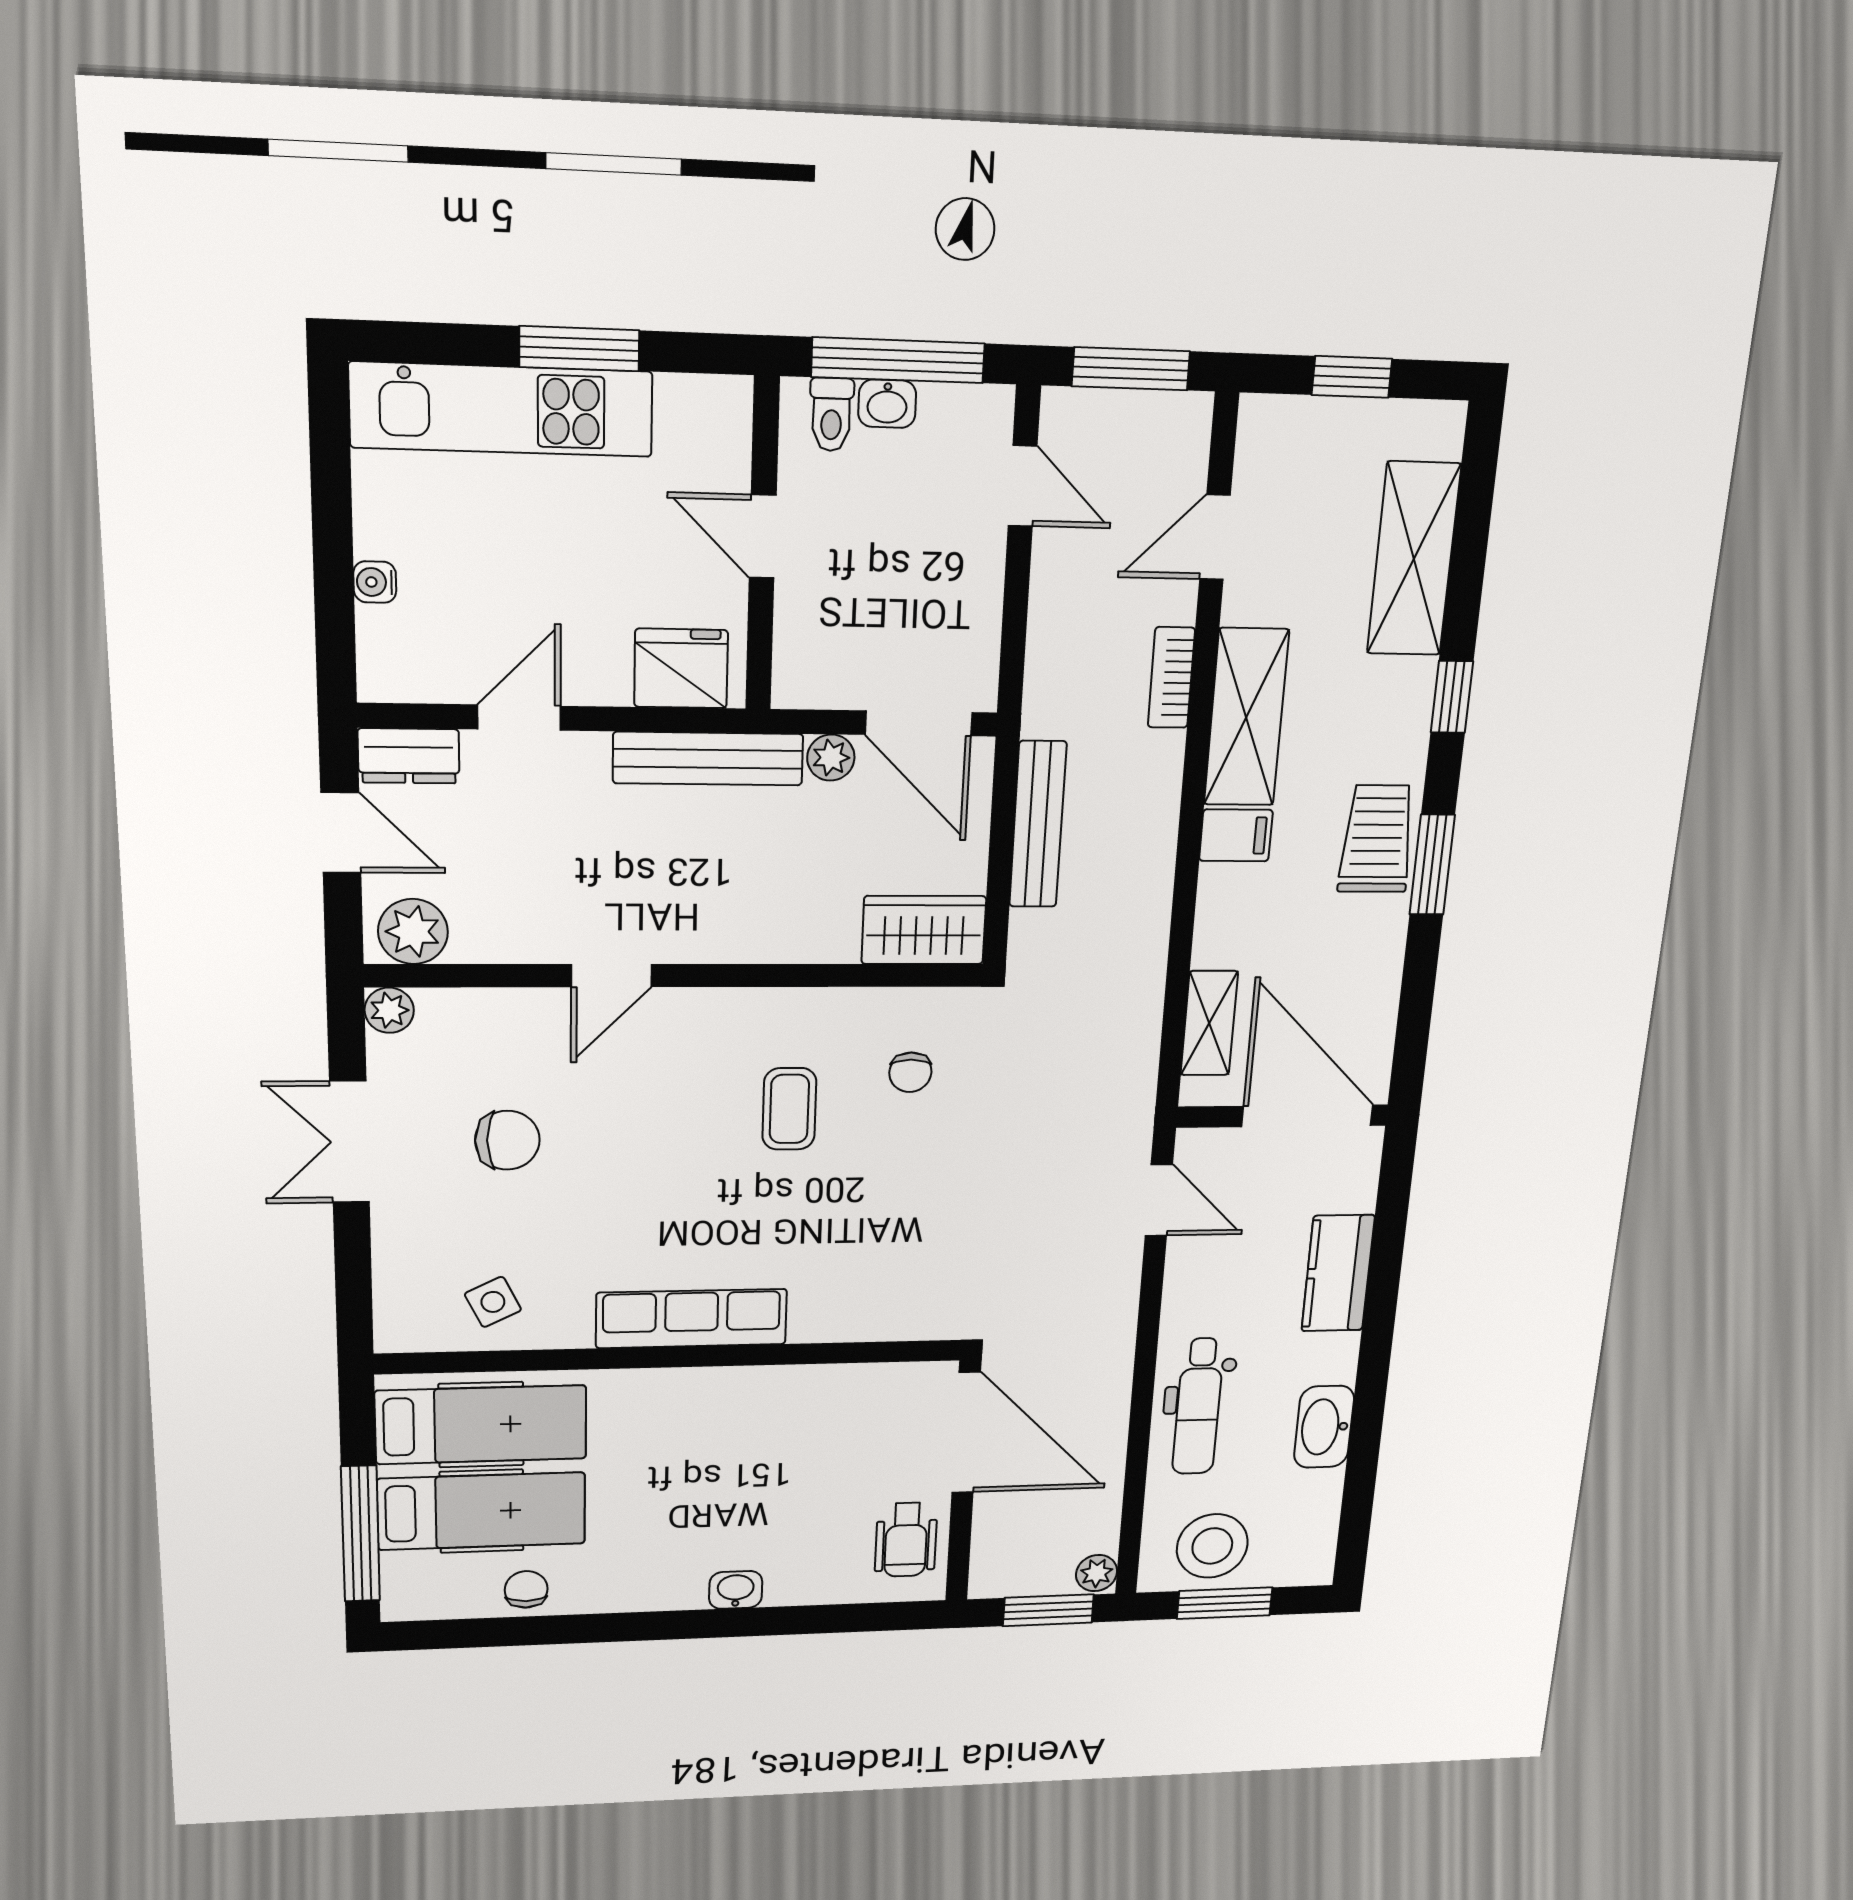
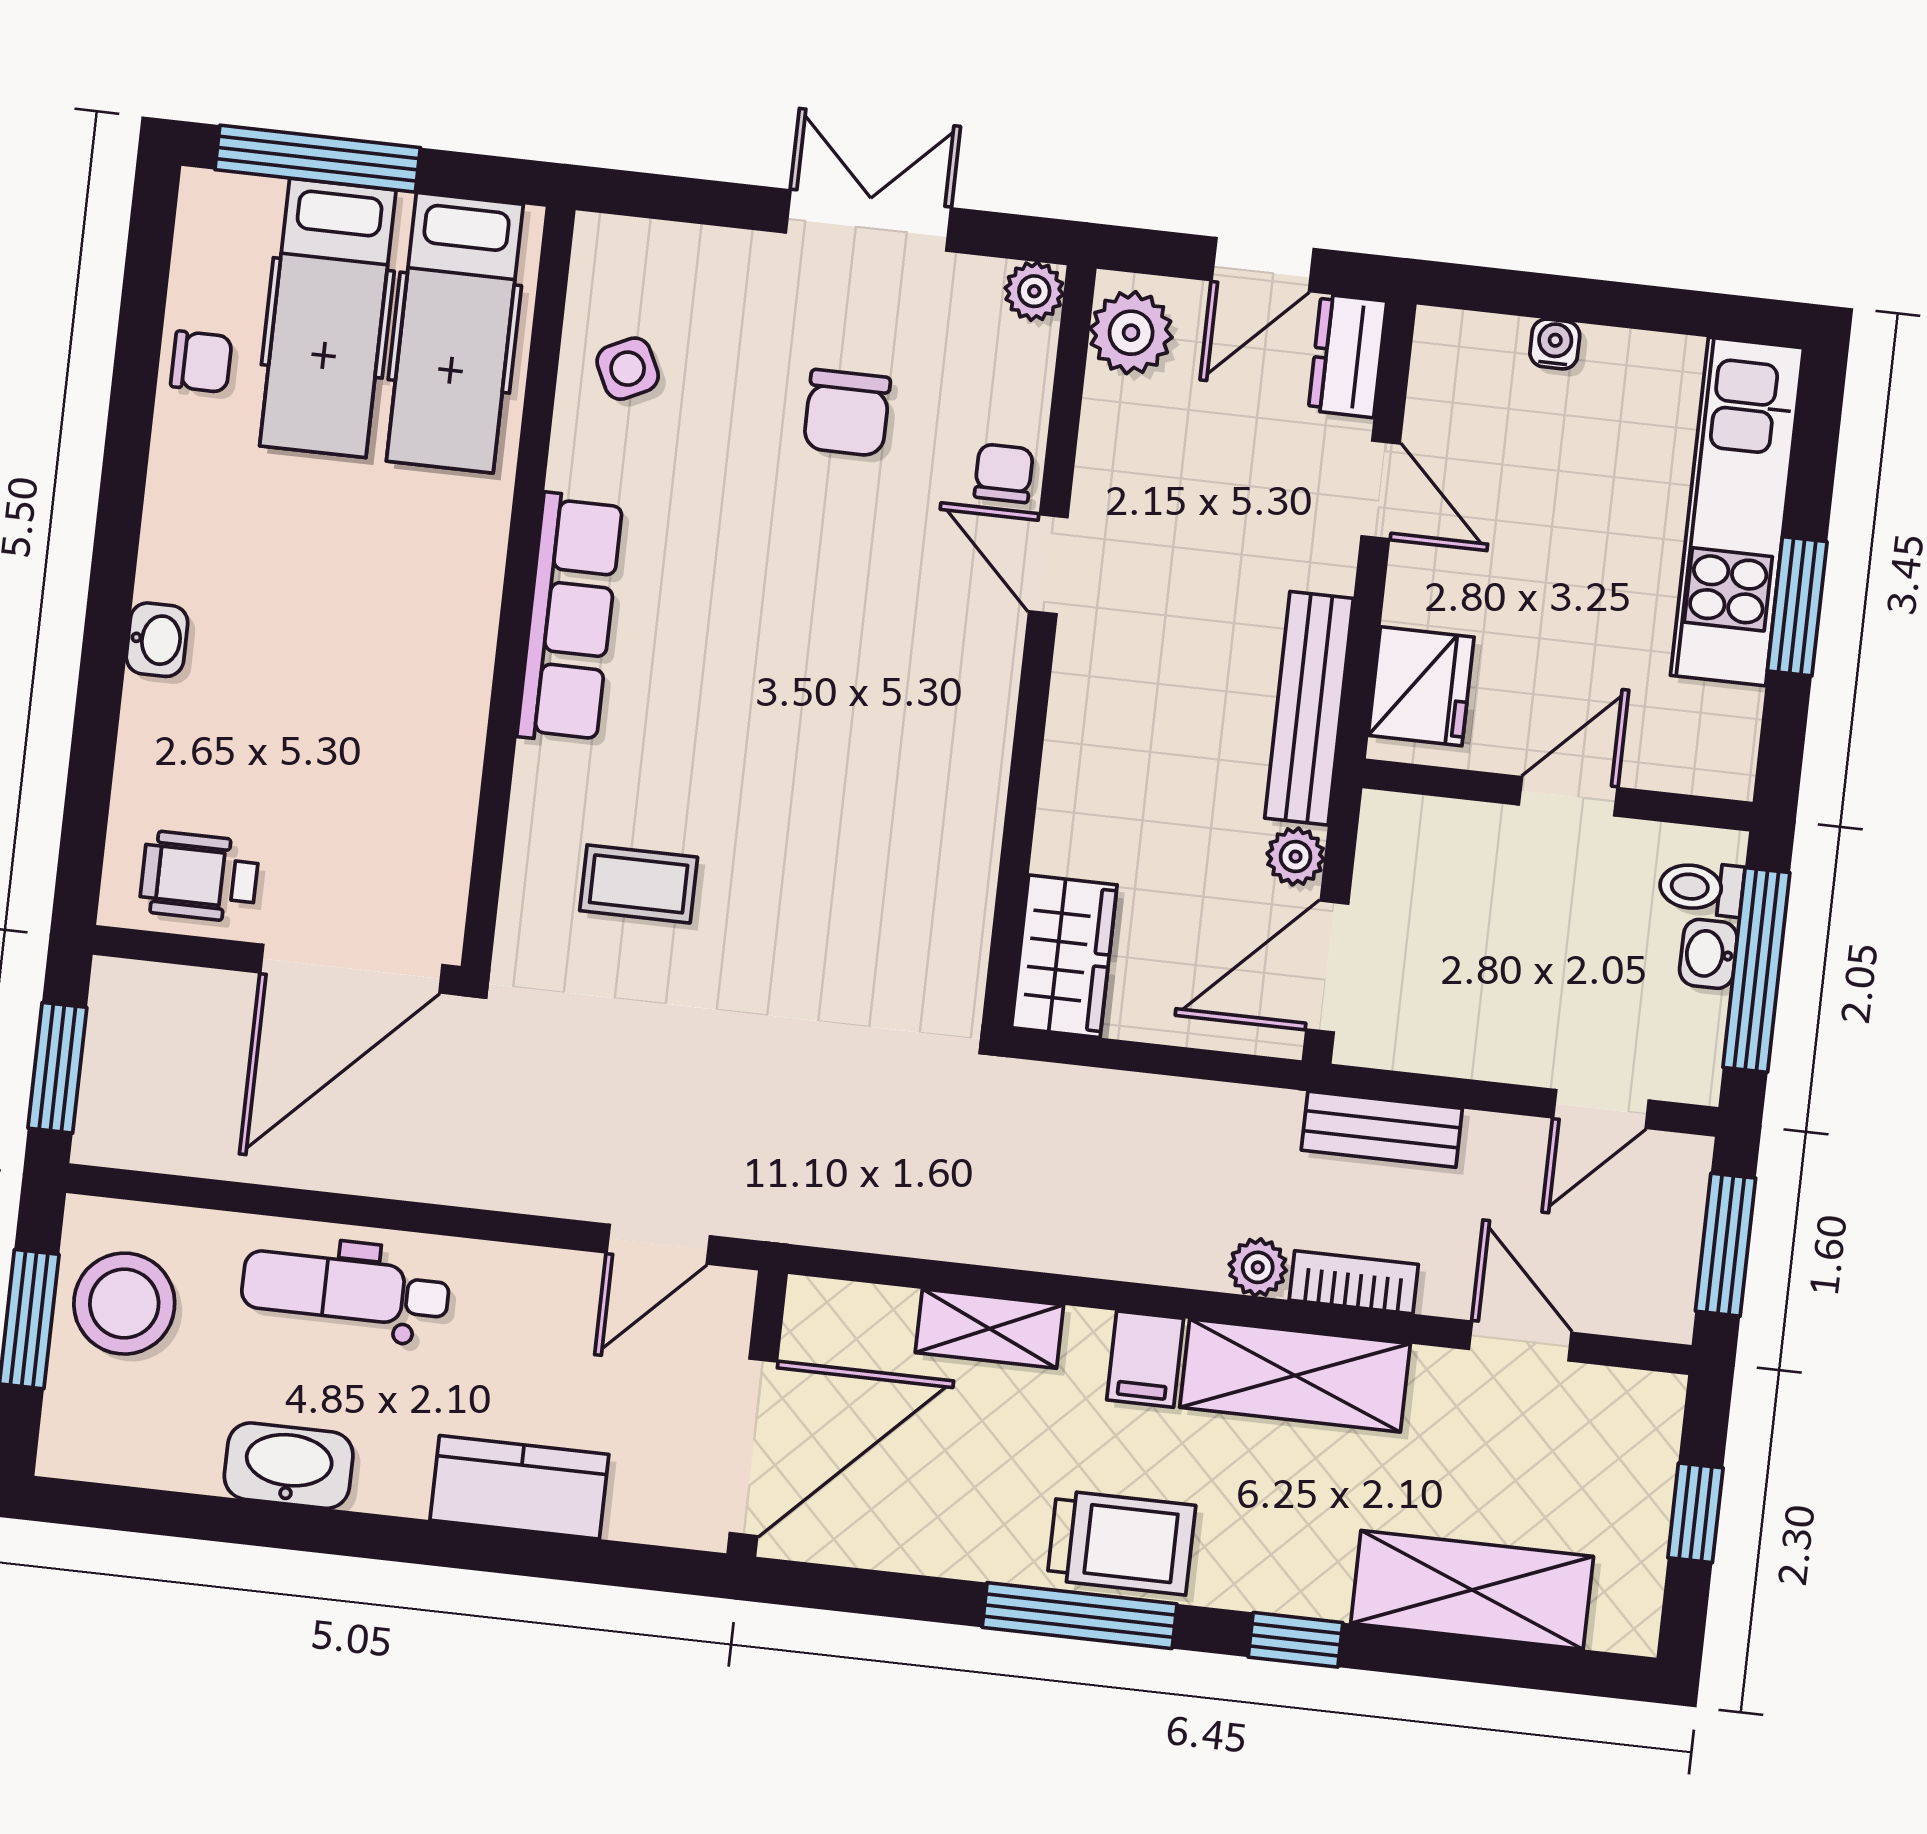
bench: (1038, 824) -> (1382, 1129), moved, width x0.73
window: (1432, 865) -> (1080, 1616), width x1.44
shelving: (1209, 1023) -> (989, 1329), moved
chair: (910, 1072) -> (1004, 473), moved, turned 90
coffee table: (789, 1109) -> (639, 884), moved
plant: (1097, 1573) -> (1258, 1267), moved

